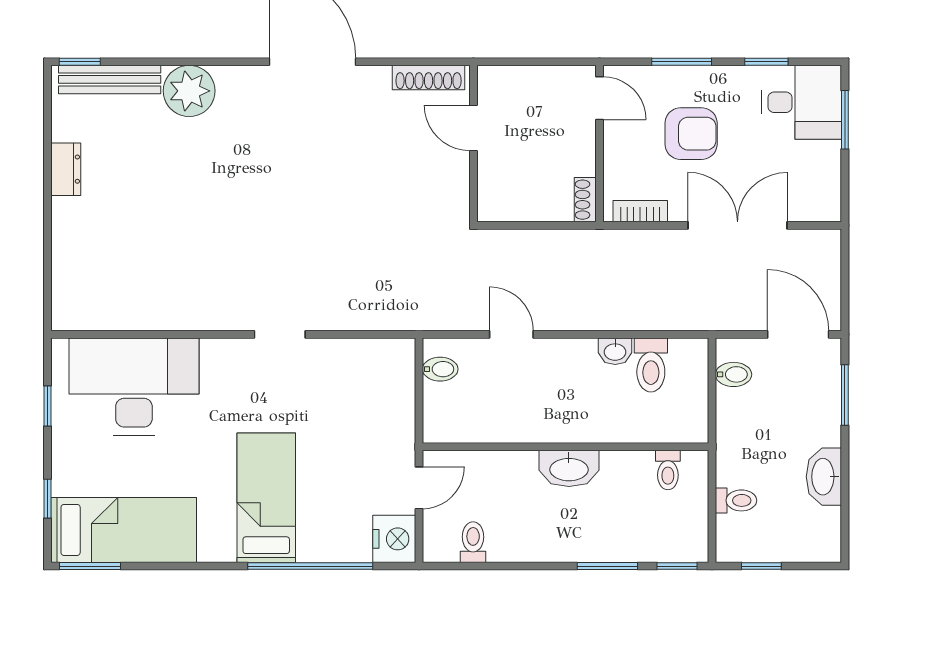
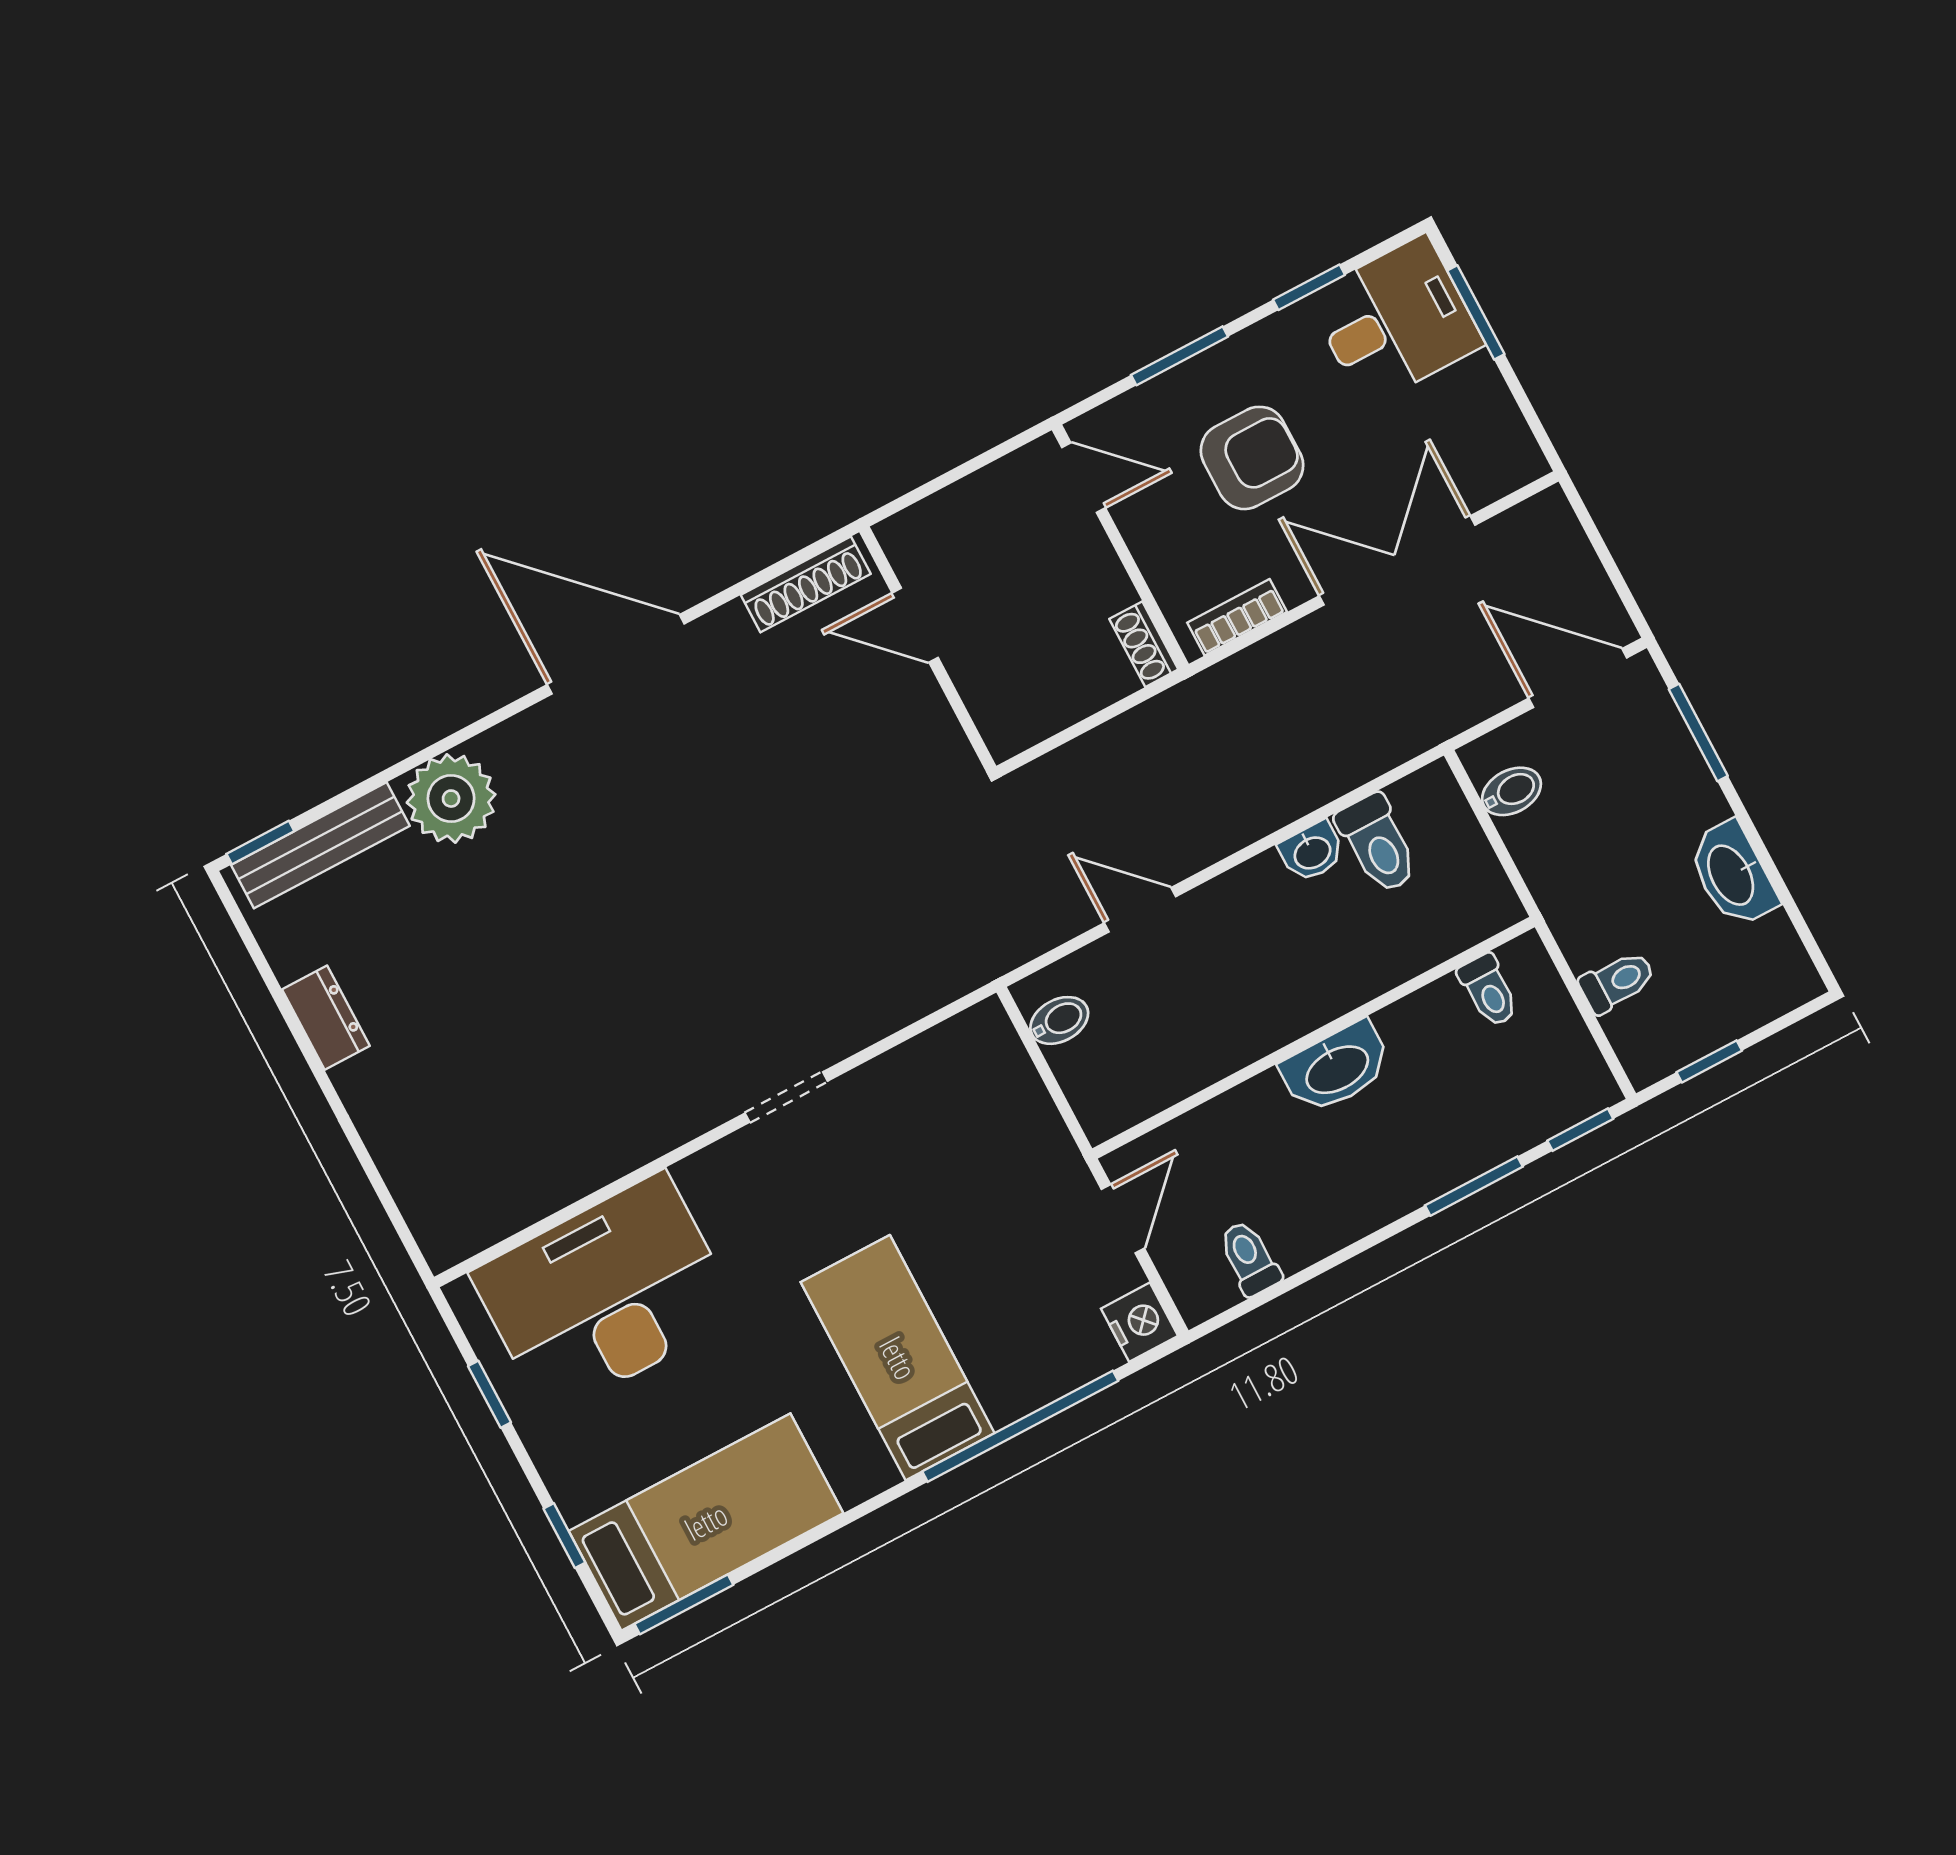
nightstand: (394, 539) -> (1139, 1322), width x0.74, depth x0.75

